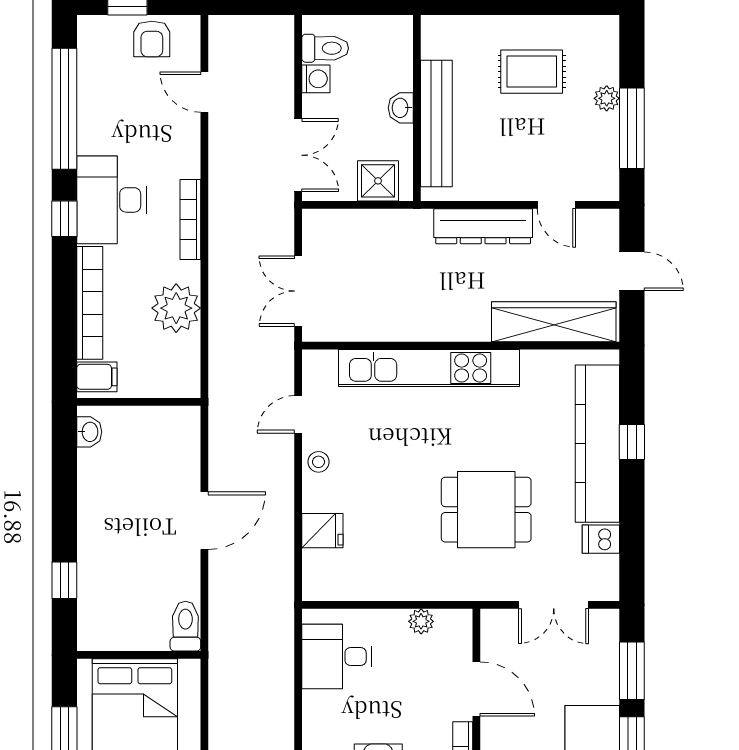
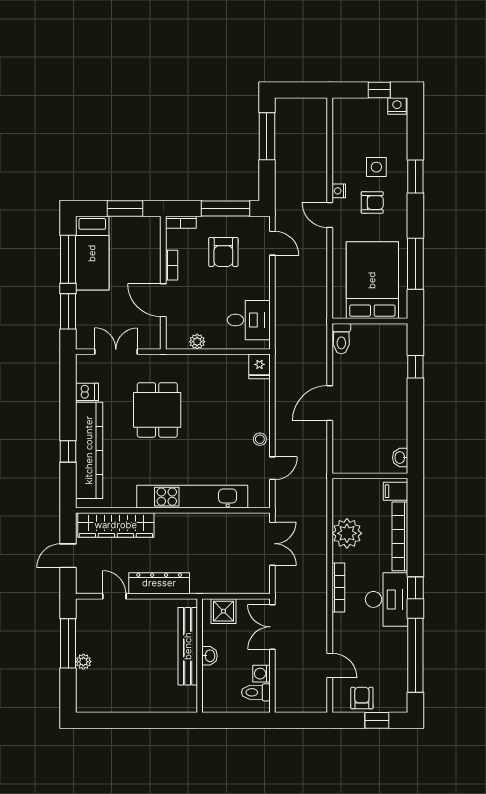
rug: (532, 72) -> (129, 678), removed
door: (632, 271) -> (68, 556), hinge flipped
dining table: (486, 510) -> (157, 410), turned 90
fridge: (322, 531) -> (259, 366), moved, turned -90

